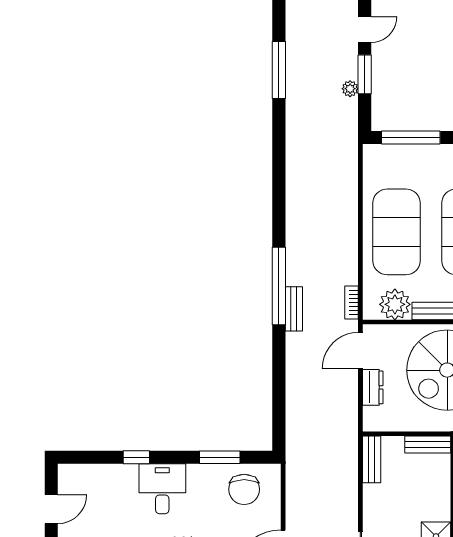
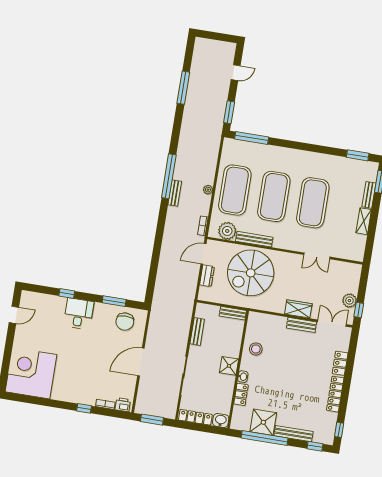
window: (365, 74) -> (229, 112), moved
plant: (350, 89) -> (208, 190), moved
window: (279, 286) -> (169, 176), moved
bench: (294, 309) -> (175, 193), moved
bench: (372, 459) -> (197, 331), moved

